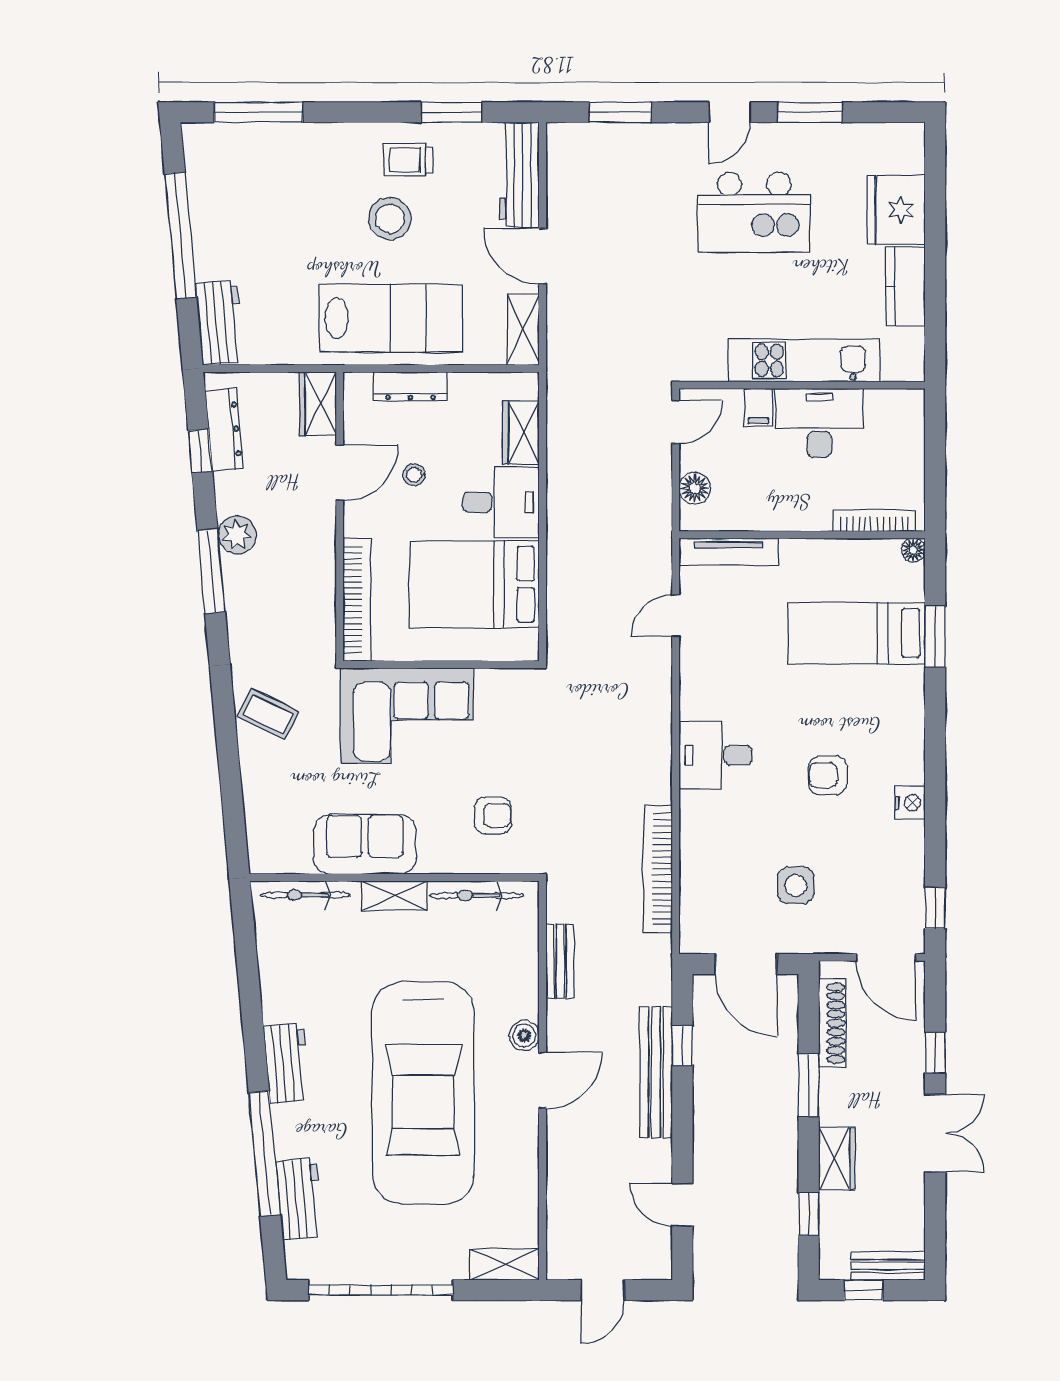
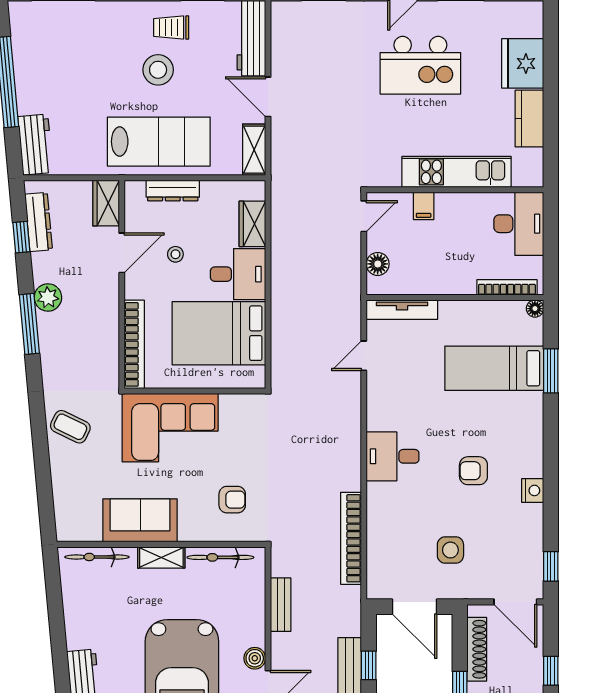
desk: (819, 423) -> (519, 224), moved, turned 90

